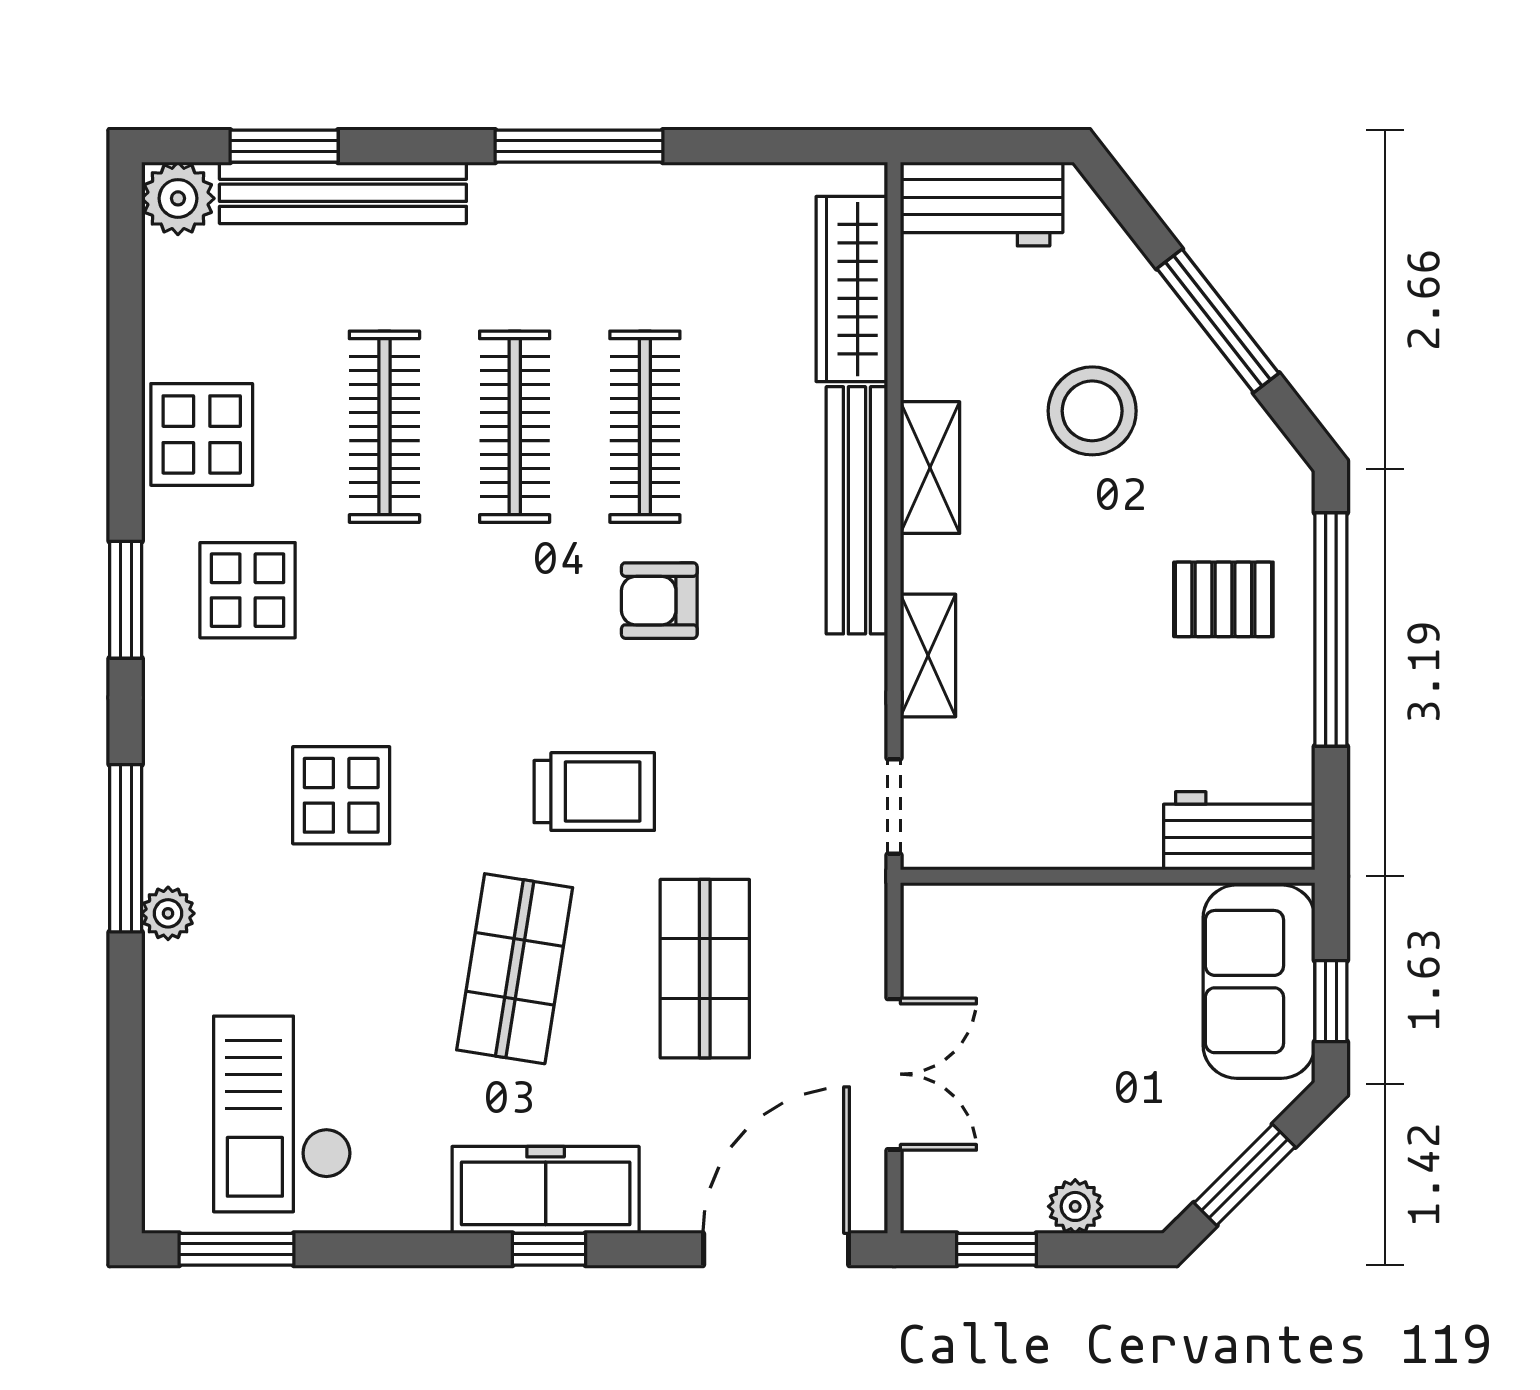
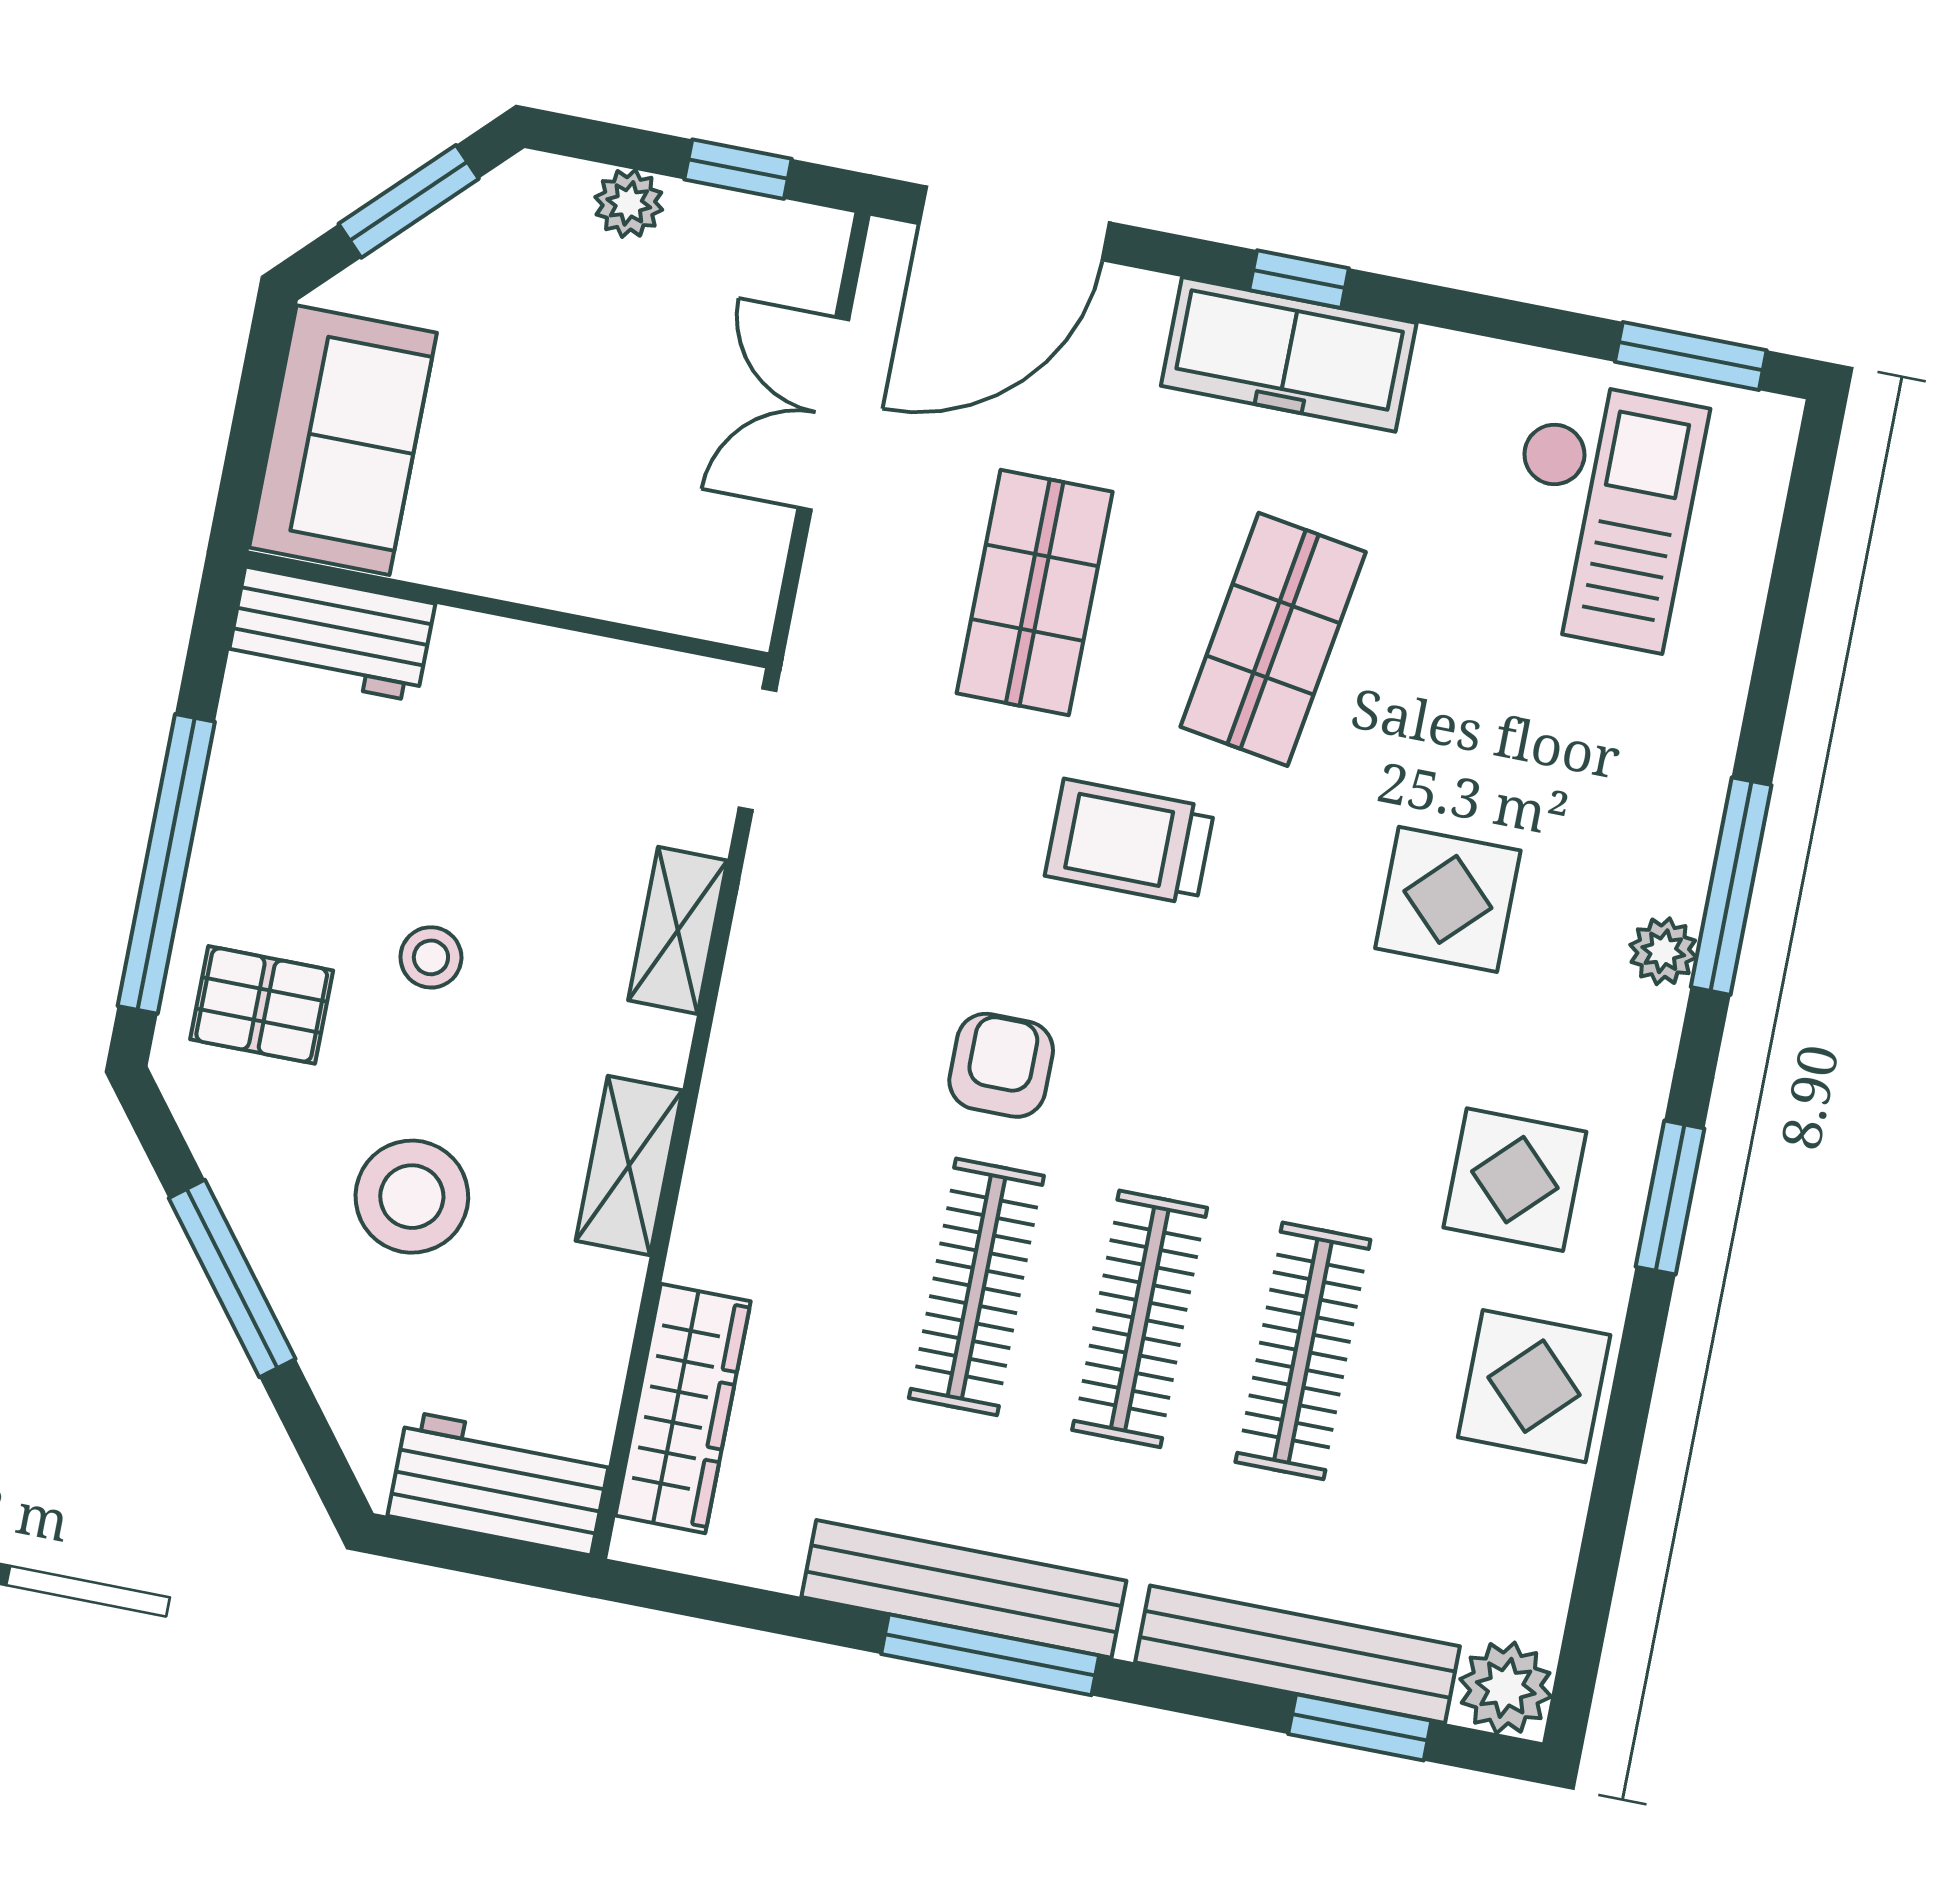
bench: (857, 510) -> (964, 1589), moved, turned 90
stool: (1114, 598) -> (431, 957), added
pallet: (1223, 599) -> (262, 1005), moved
armchair: (659, 601) -> (1001, 1065), turned -90
plant: (168, 913) -> (1663, 951), moved
window: (1331, 1001) -> (258, 398), removed

